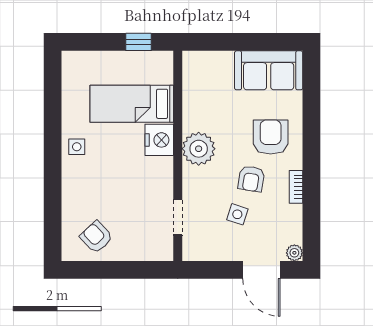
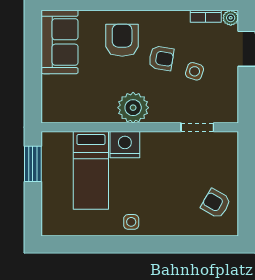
window: (139, 42) -> (33, 164), width x1.50
armchair: (271, 137) -> (122, 40), turned 90
bookcase: (296, 187) -> (206, 16), moved
armchair: (96, 237) -> (216, 204), turned 73

